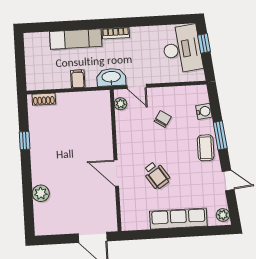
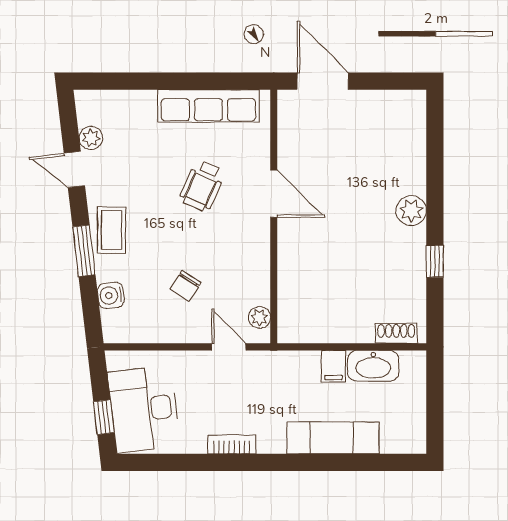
bookcase: (116, 33) -> (232, 444), moved
washbasin: (111, 77) -> (373, 366), moved
wheelchair: (156, 175) -> (202, 186), turned -122
plant: (41, 193) -> (411, 211), moved
plant: (223, 215) -> (91, 138), moved
row of seats: (178, 219) -> (208, 106), moved

